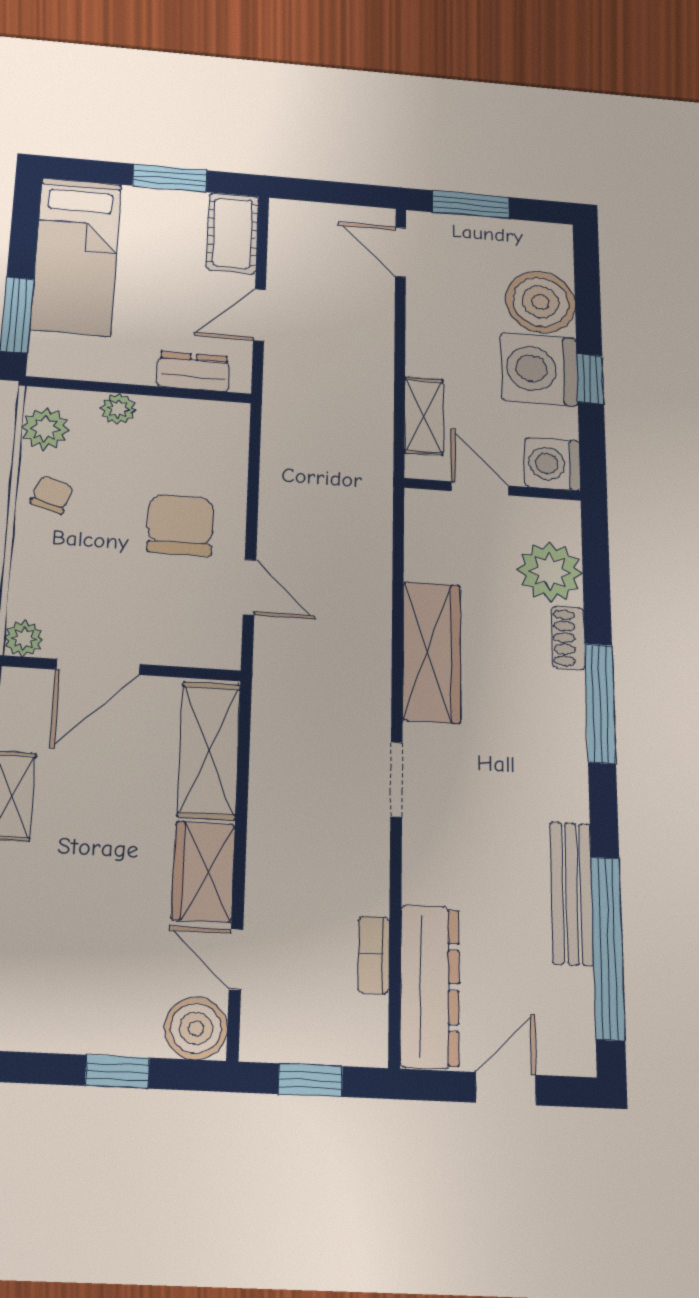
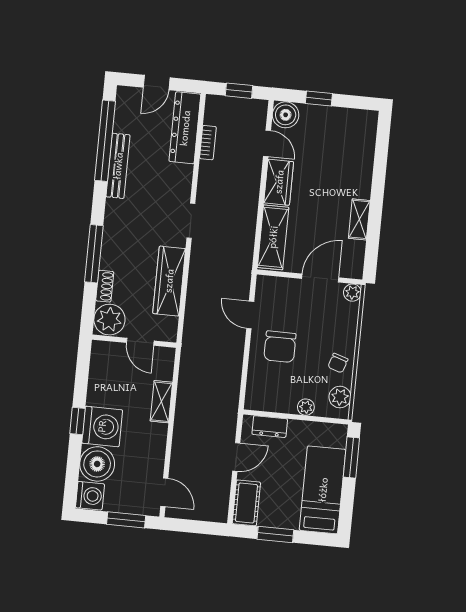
washing machine: (552, 464) -> (90, 496), moved
door: (480, 488) -> (140, 342), moved
wall: (493, 489) -> (134, 341), moved

